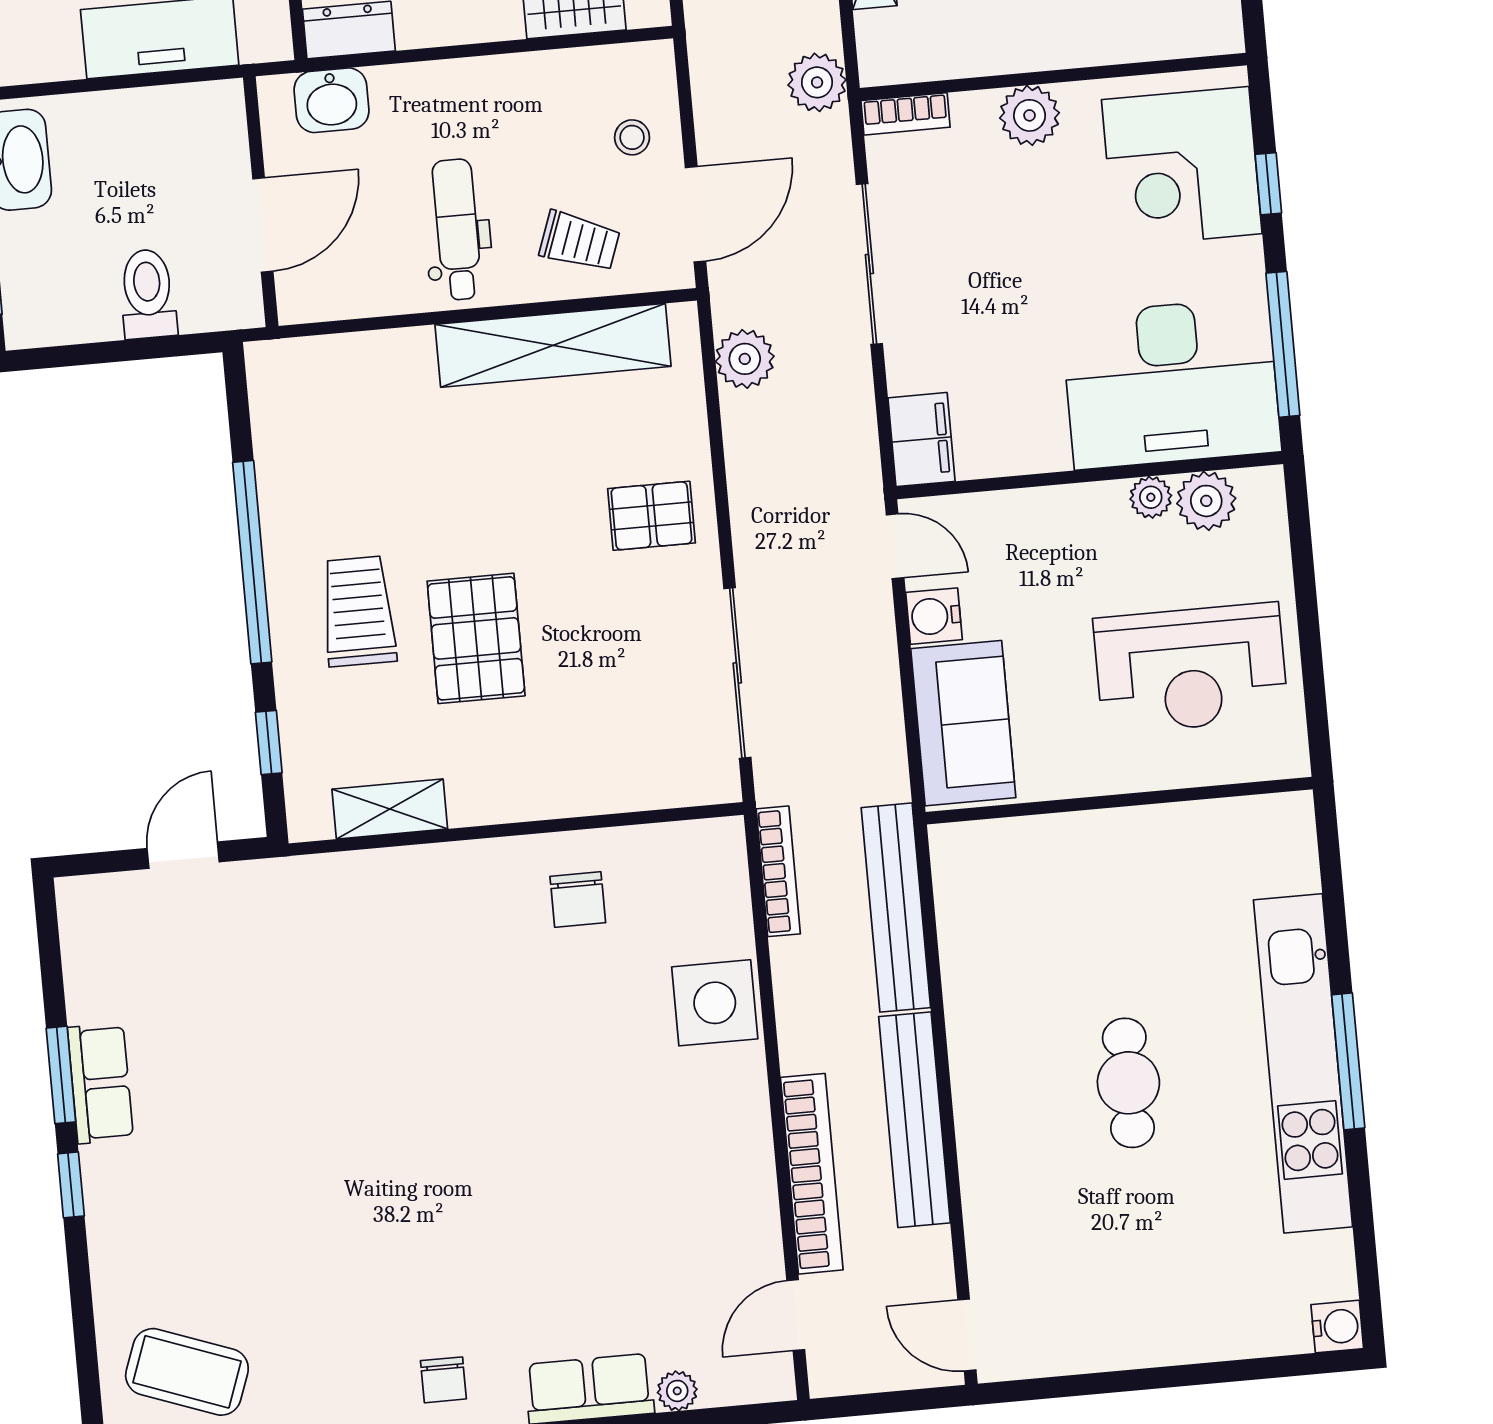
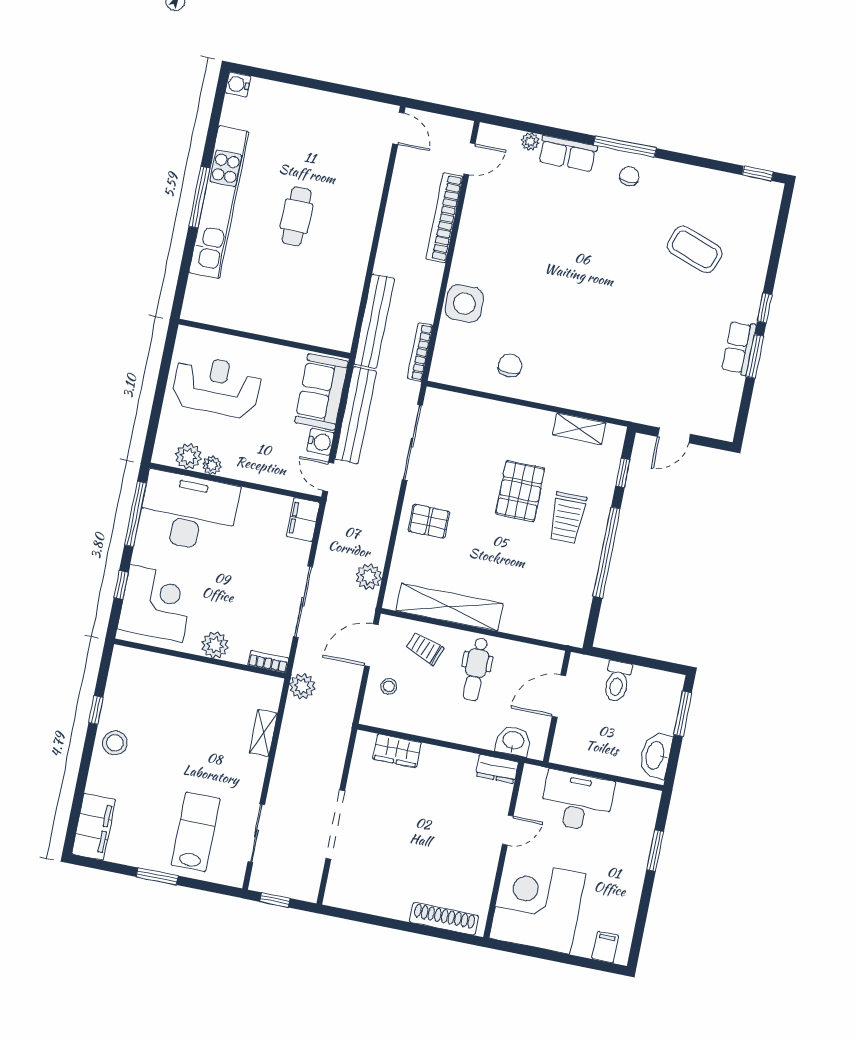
bench: (914, 1120) -> (356, 415), moved
coffee table: (187, 1372) -> (695, 249), moved

